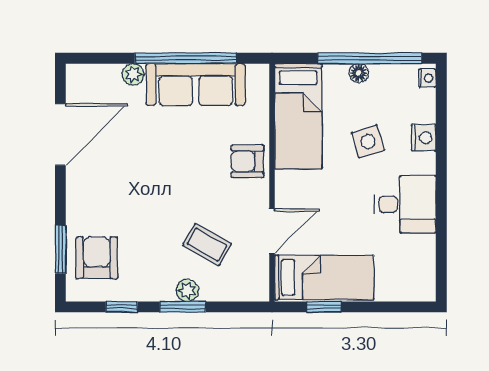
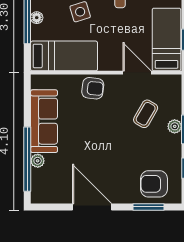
window: (186, 58) -> (27, 159), moved
door: (60, 134) -> (92, 207), moved
armchair: (247, 161) -> (93, 88), turned -84

